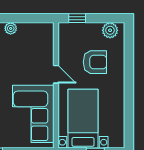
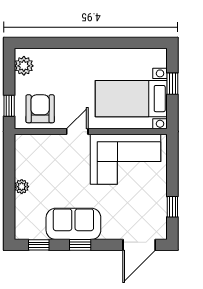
armchair: (95, 62) -> (40, 109), moved

